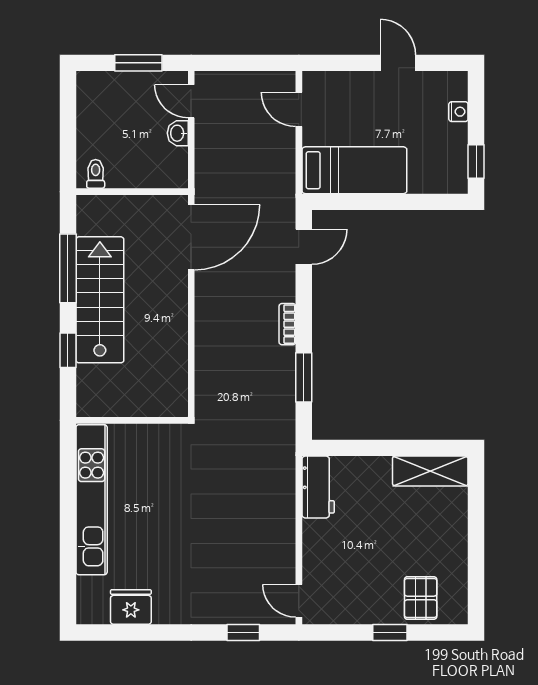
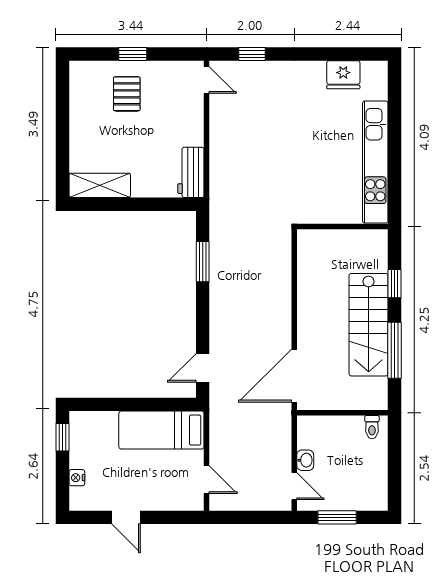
bookcase: (287, 324) -> (216, 305), removed
pallet: (421, 598) -> (127, 94), moved

